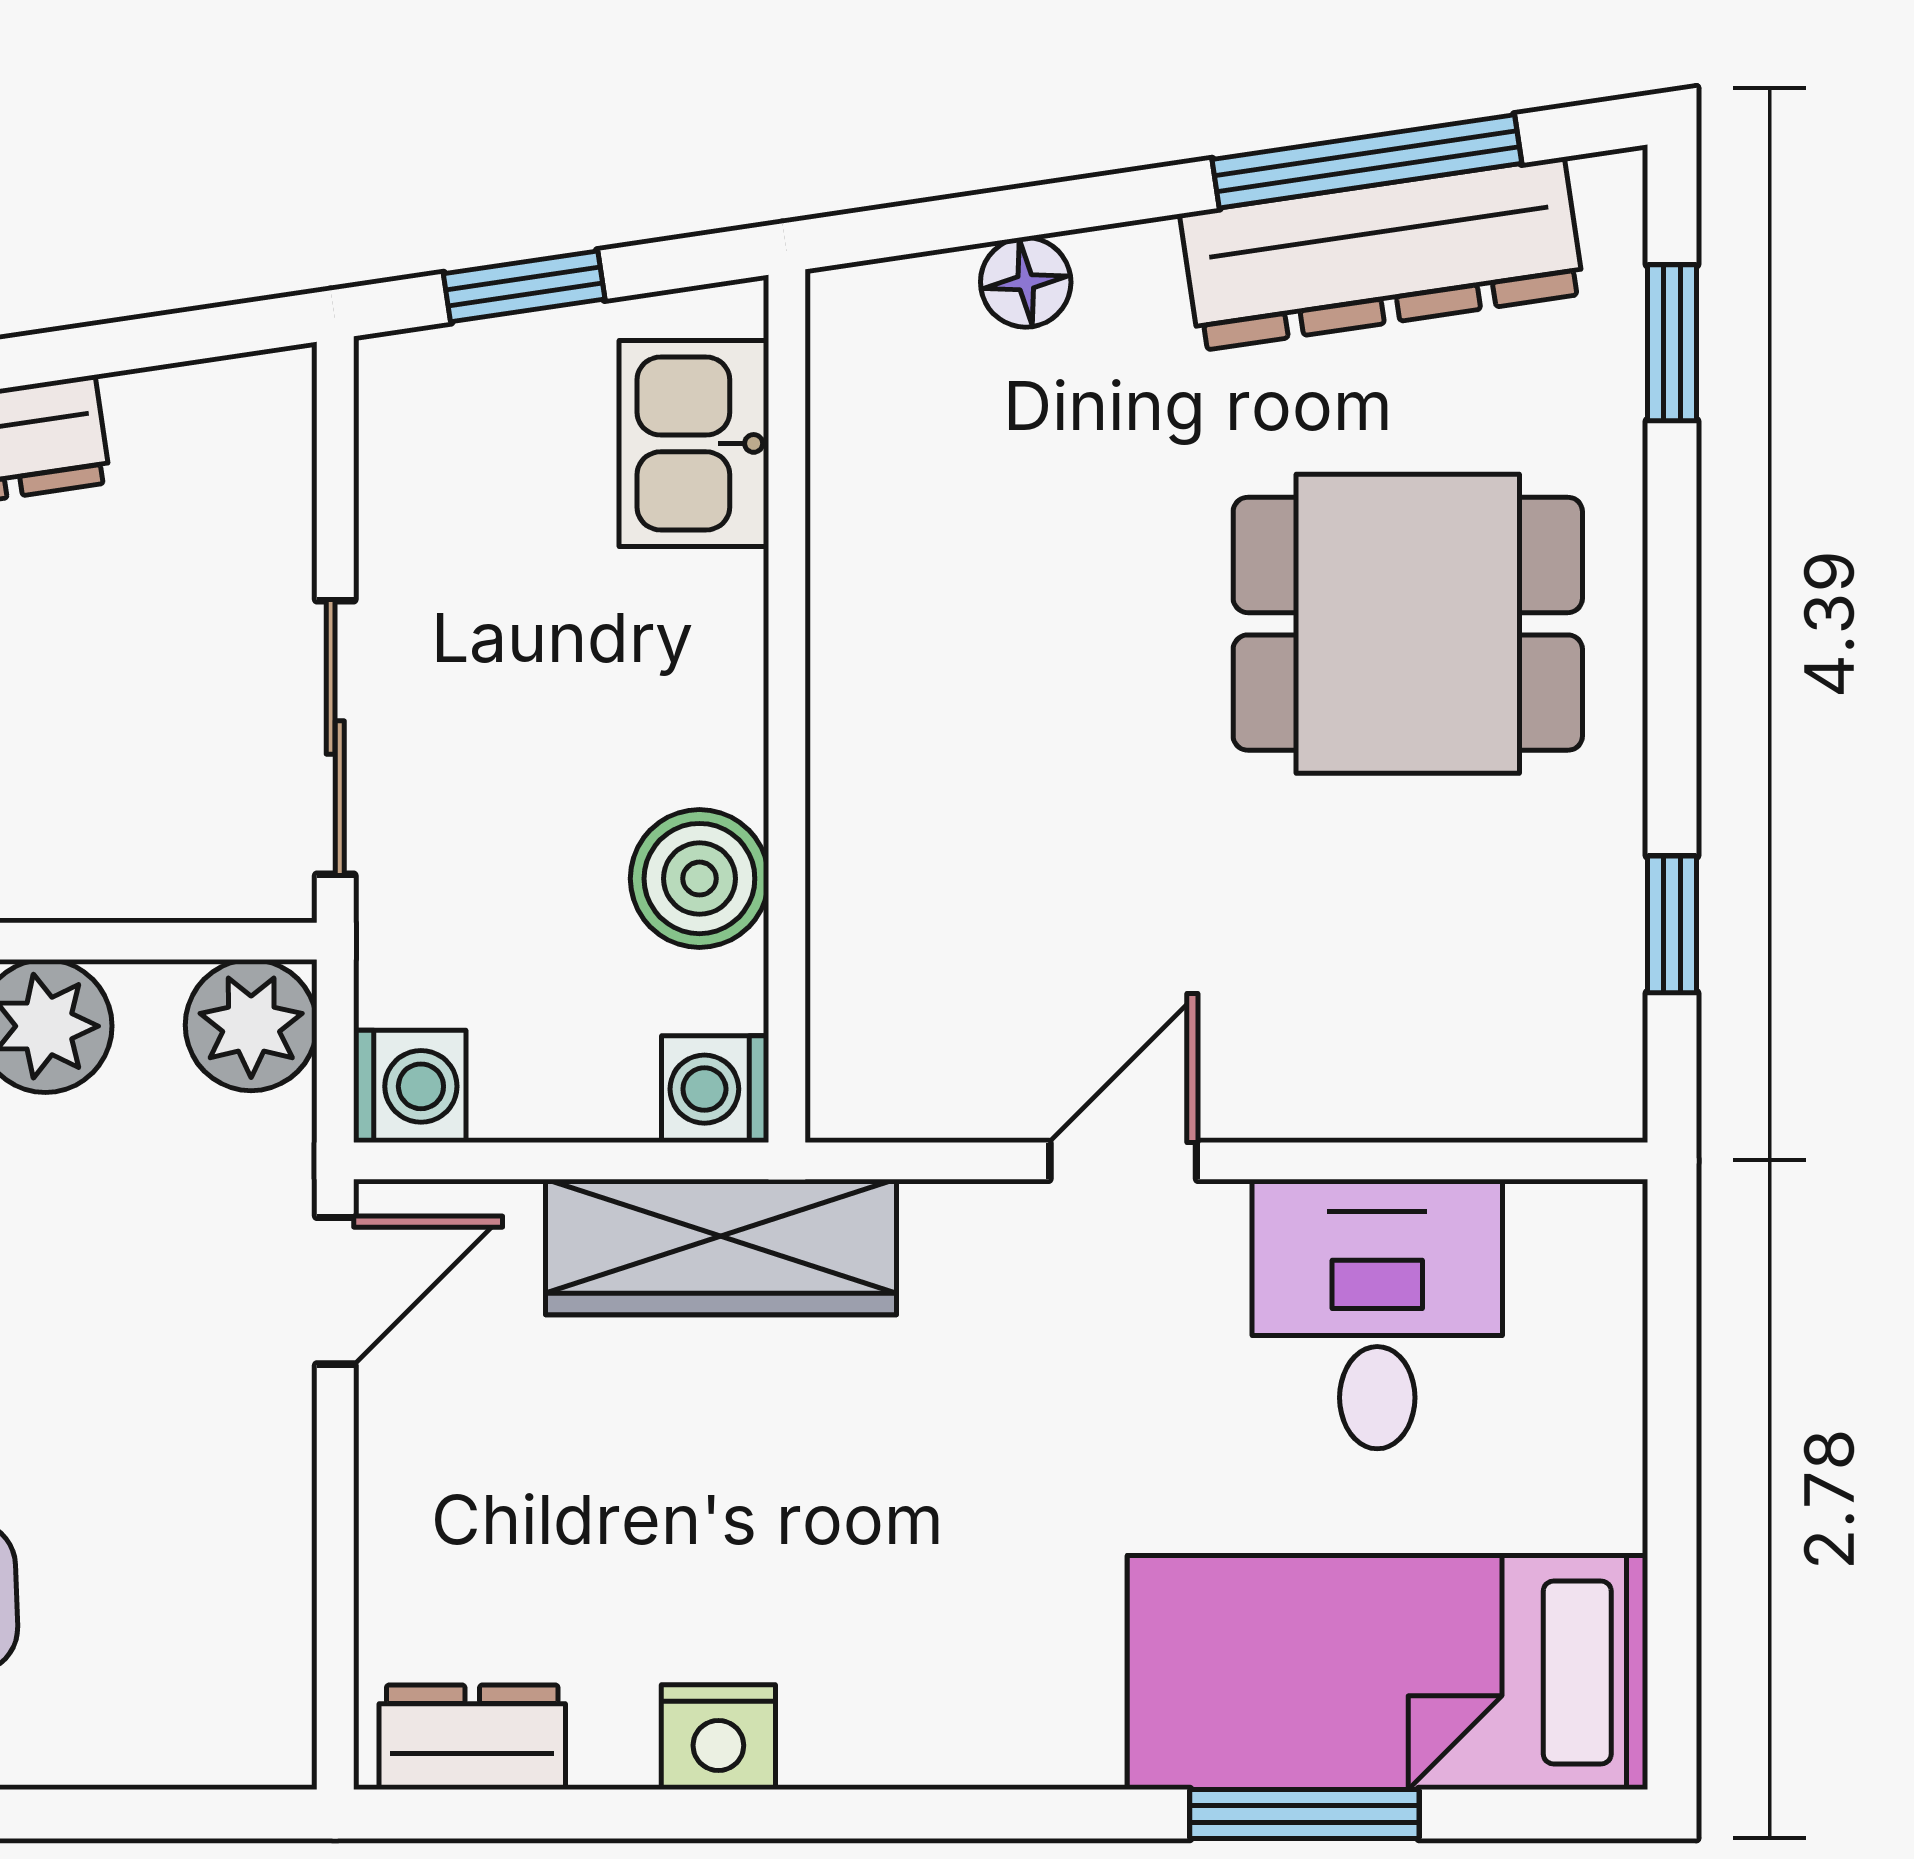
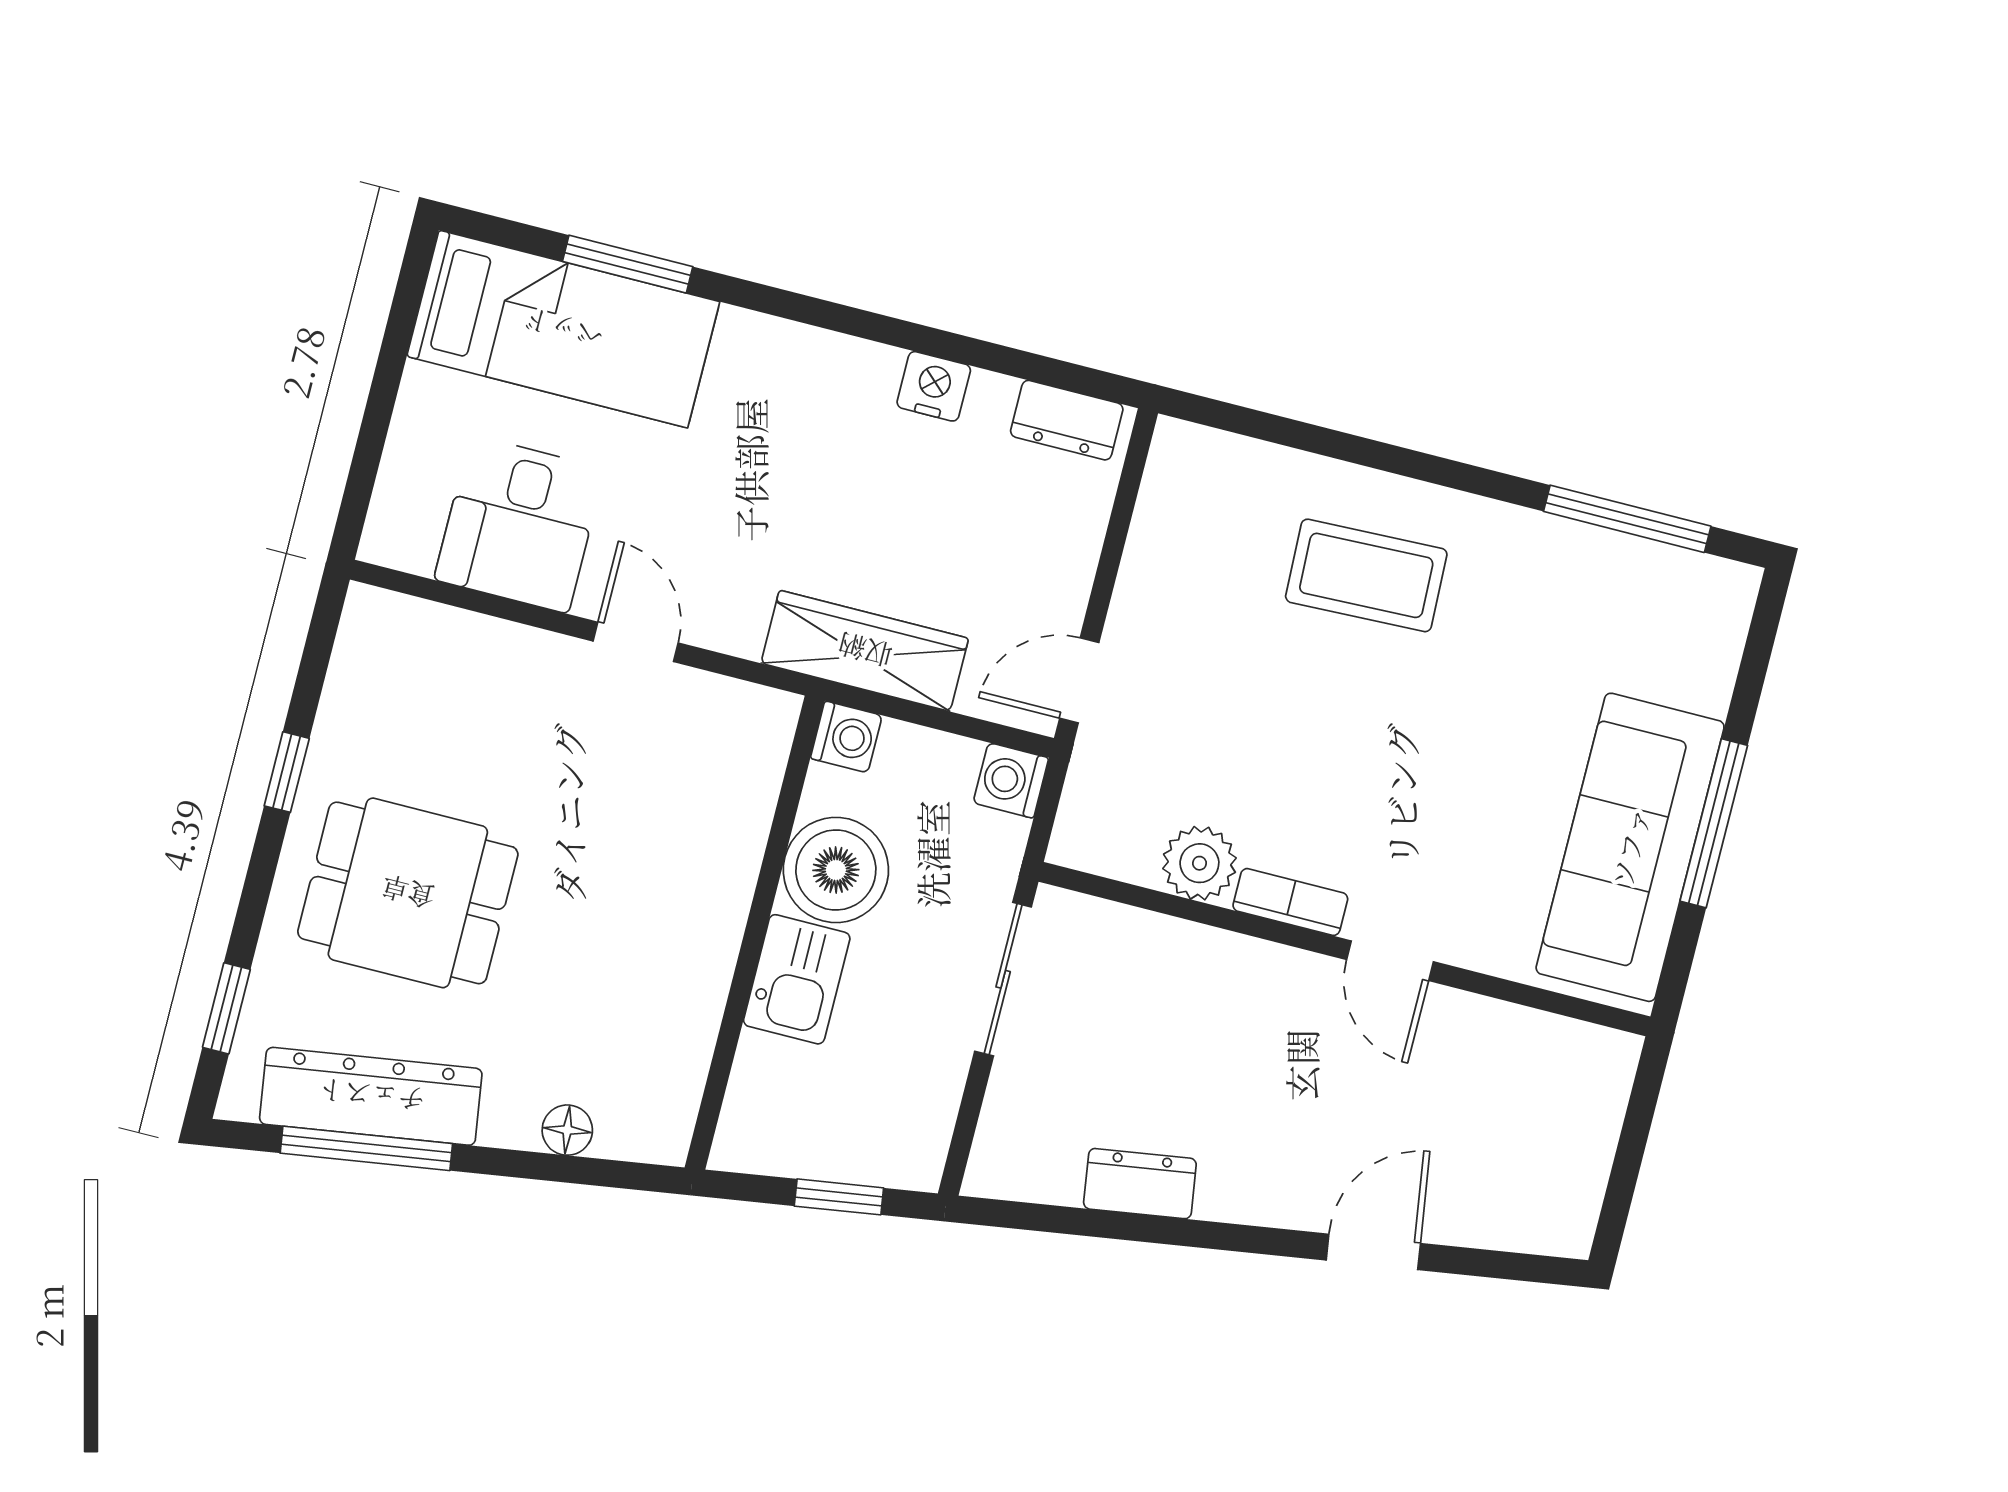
kitchen sink: (694, 443) -> (797, 979), moved
boiler: (699, 879) -> (836, 870), width x1.37, depth x1.37
window: (1672, 924) -> (287, 772), moved
plant: (251, 1025) -> (1088, 835), removed
door: (1123, 1161) -> (636, 642), swing flipped

